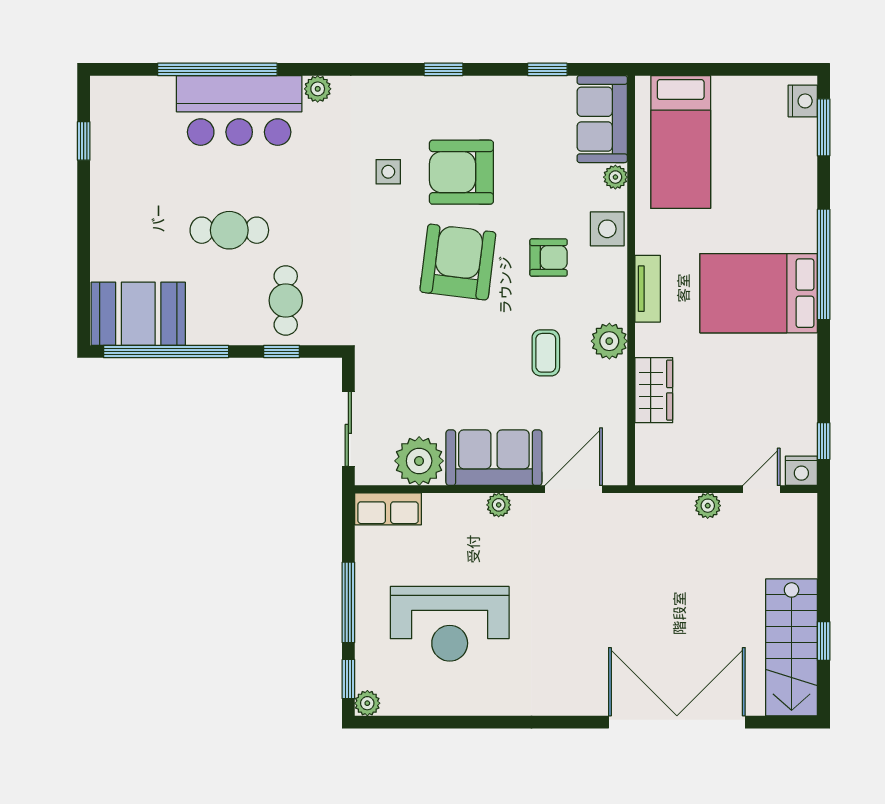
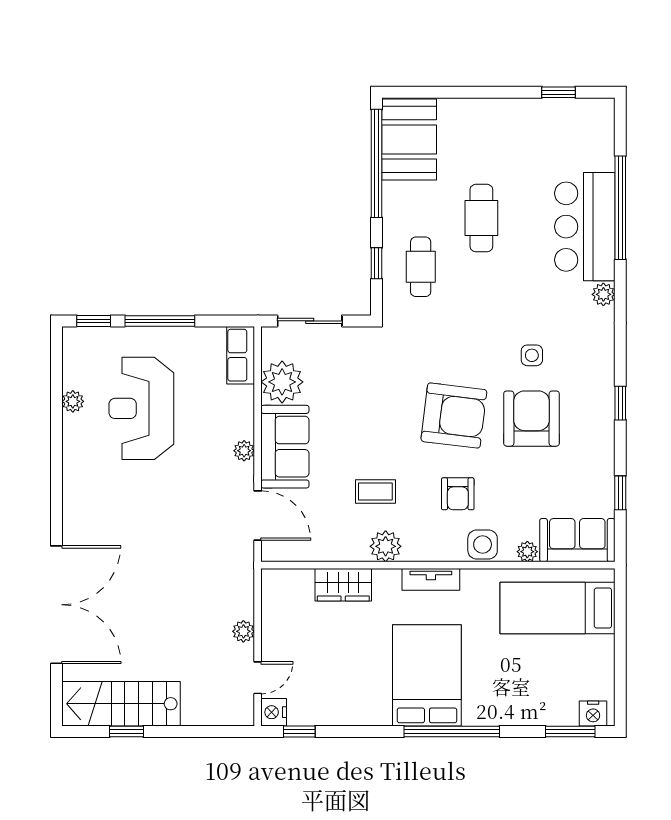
cafe table: (286, 300) -> (421, 267), turned 90
door: (761, 489) -> (258, 678), hinge flipped
plant: (367, 703) -> (73, 401), moved

